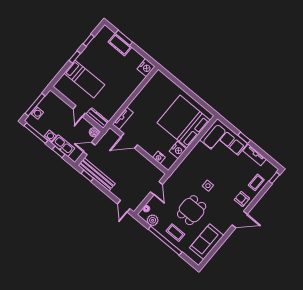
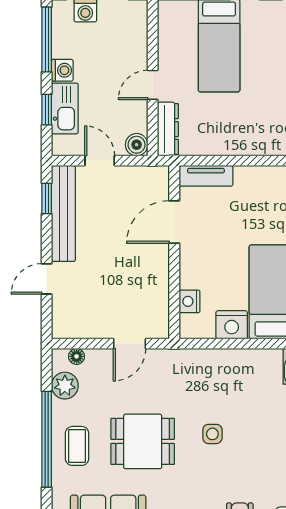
door: (129, 141) -> (174, 222), hinge flipped
door: (124, 206) -> (47, 279), moved

